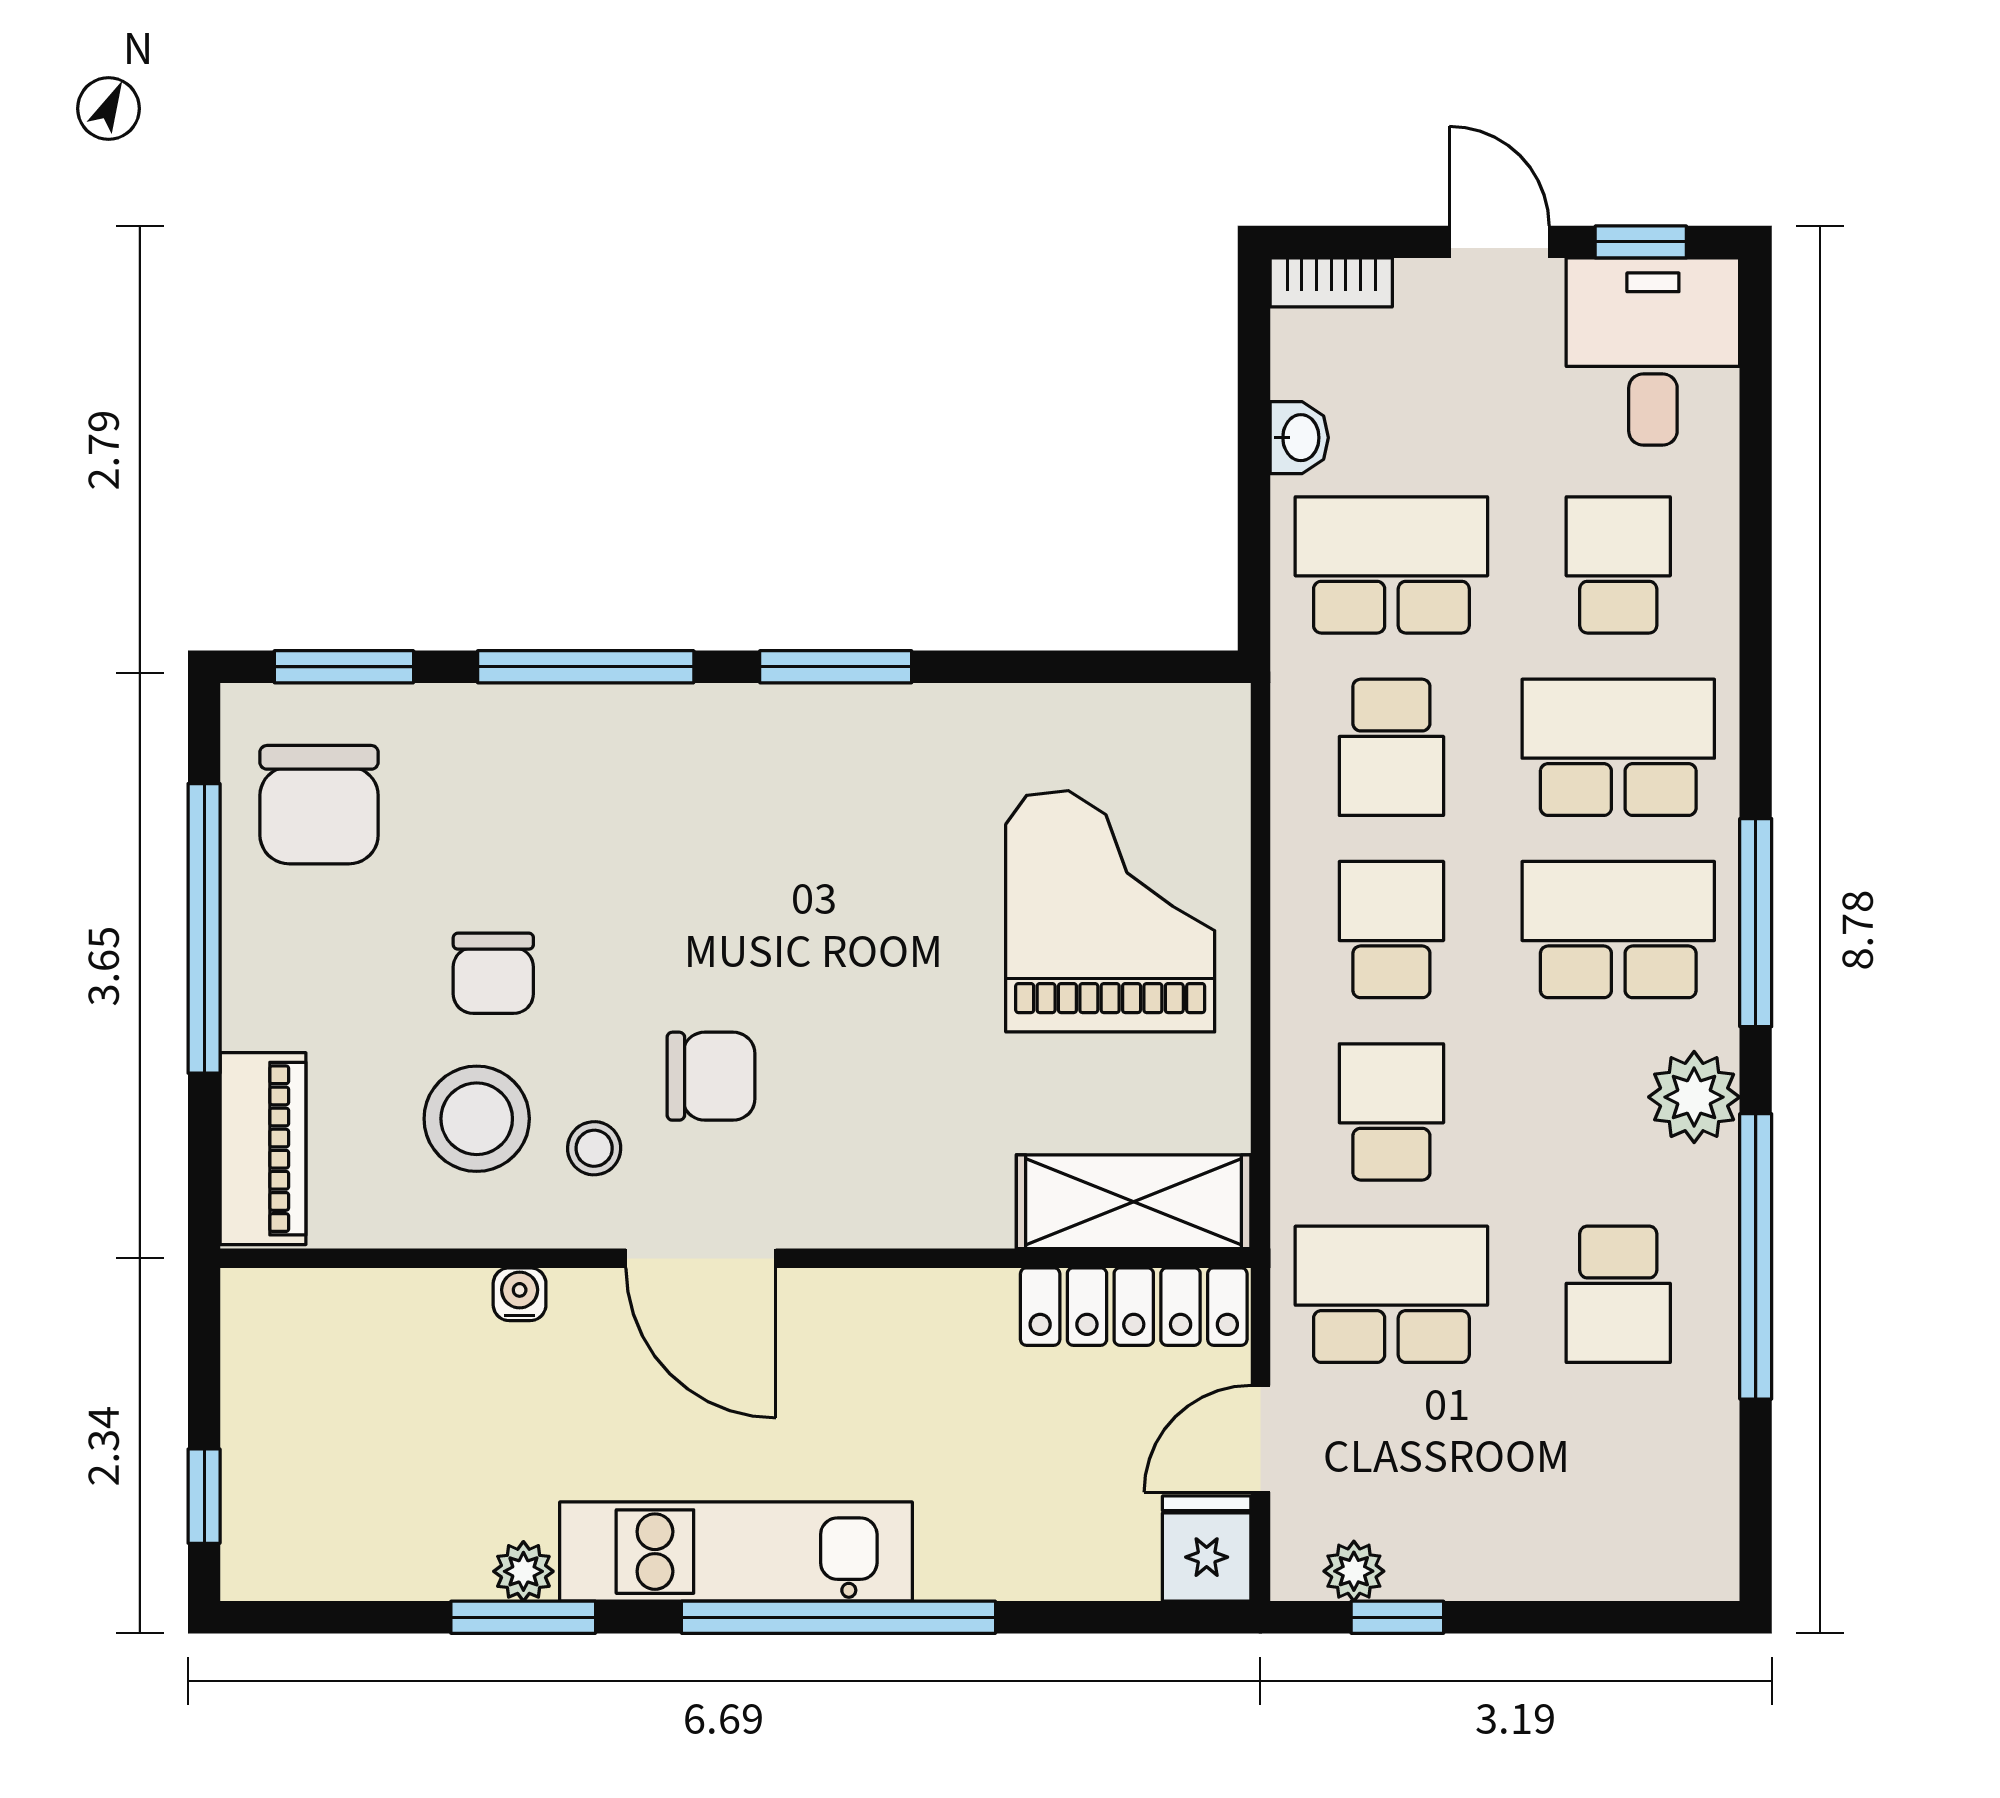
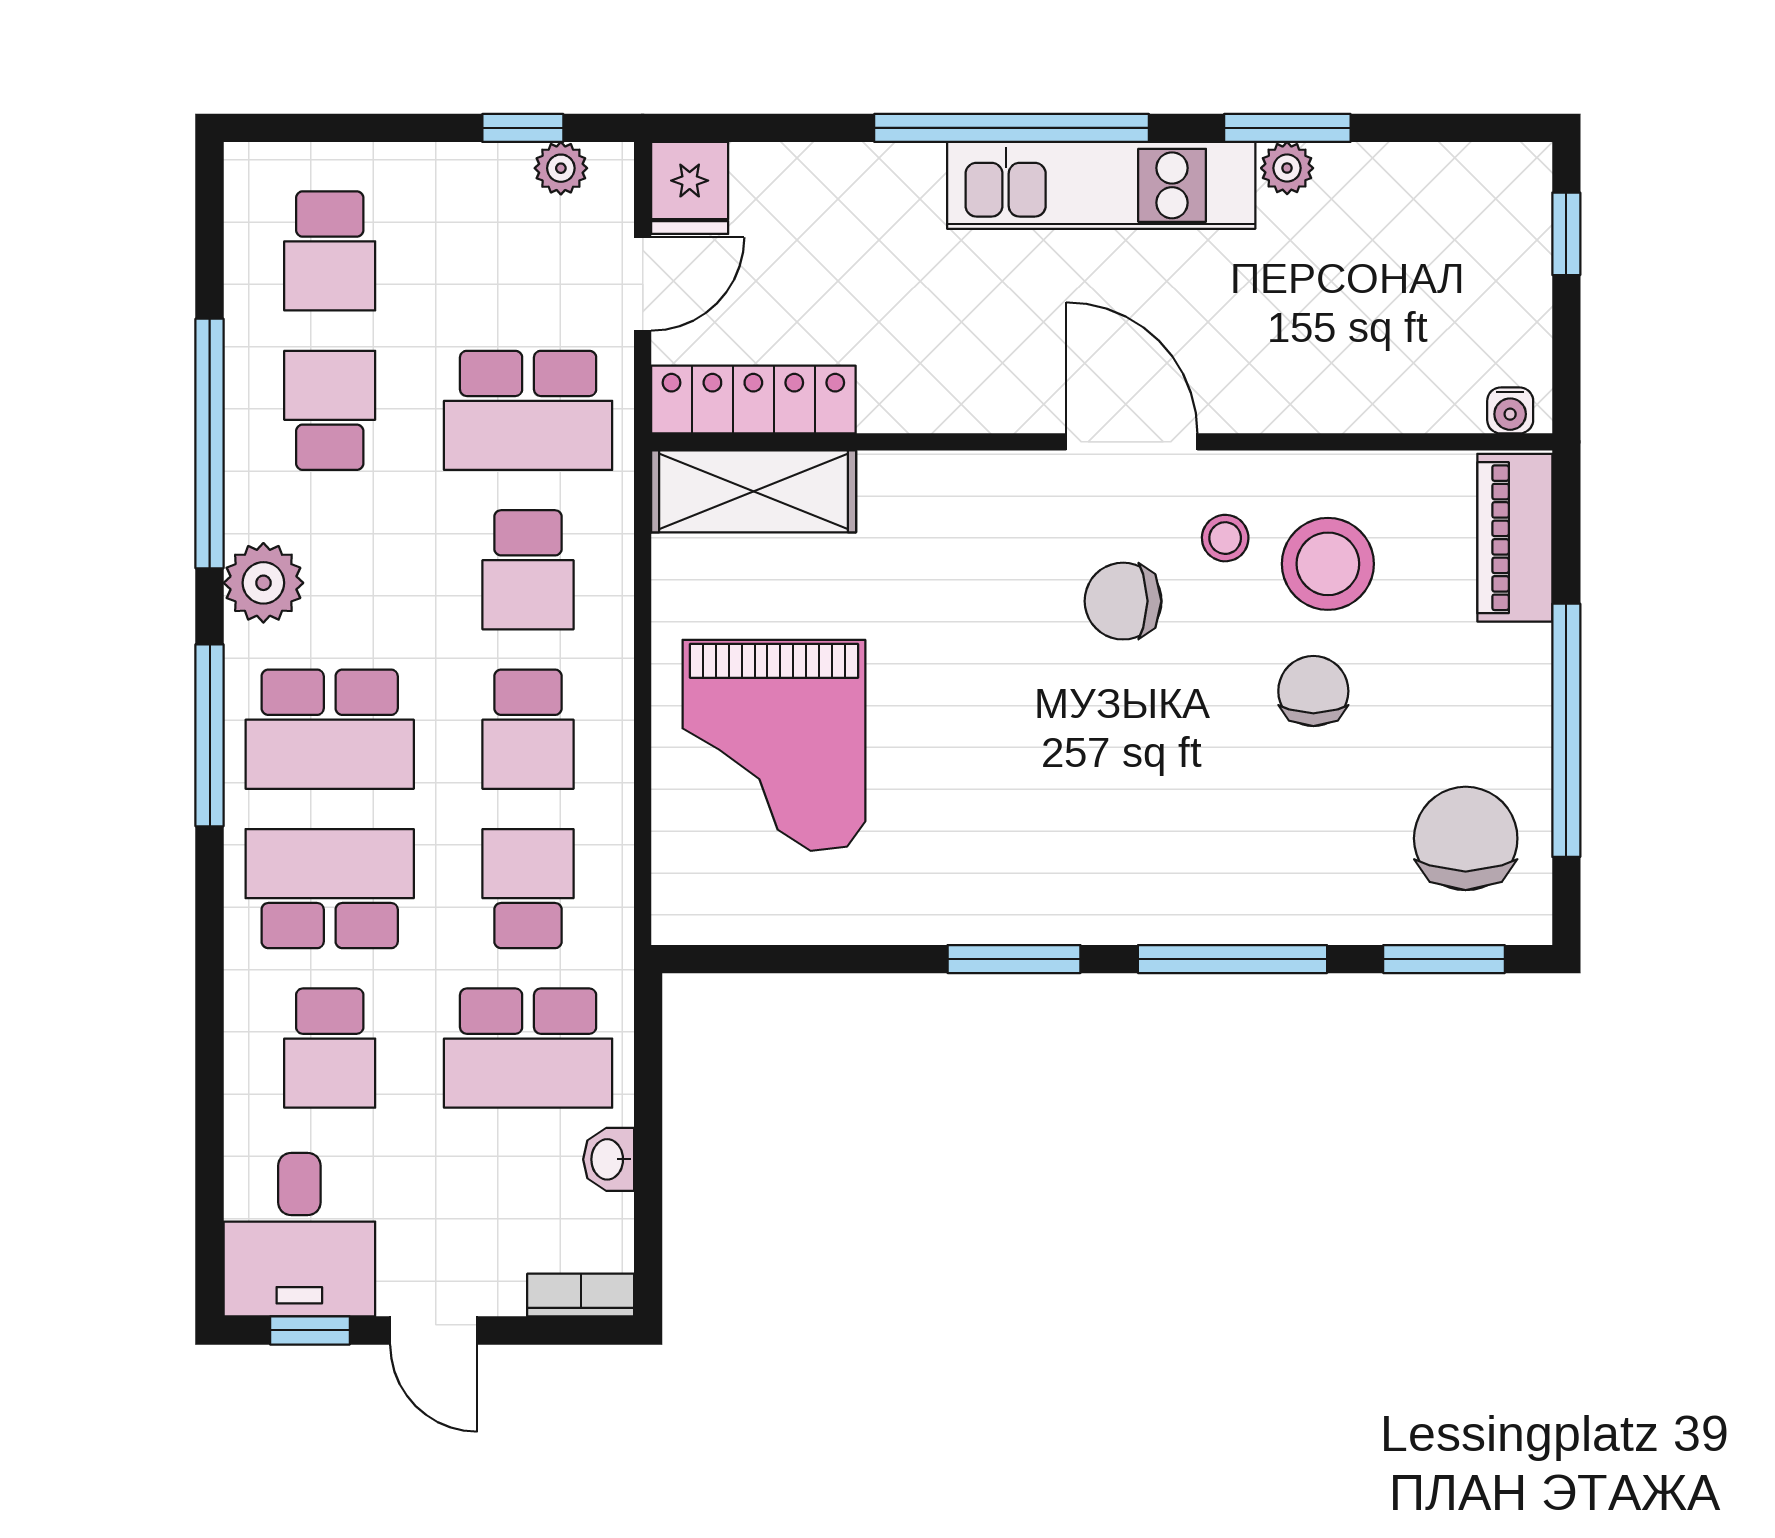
school desk: (1618, 747) -> (330, 889), turned 180
water cooler: (520, 1294) -> (1510, 410), moved
school desk: (1618, 1477) -> (330, 251), added

